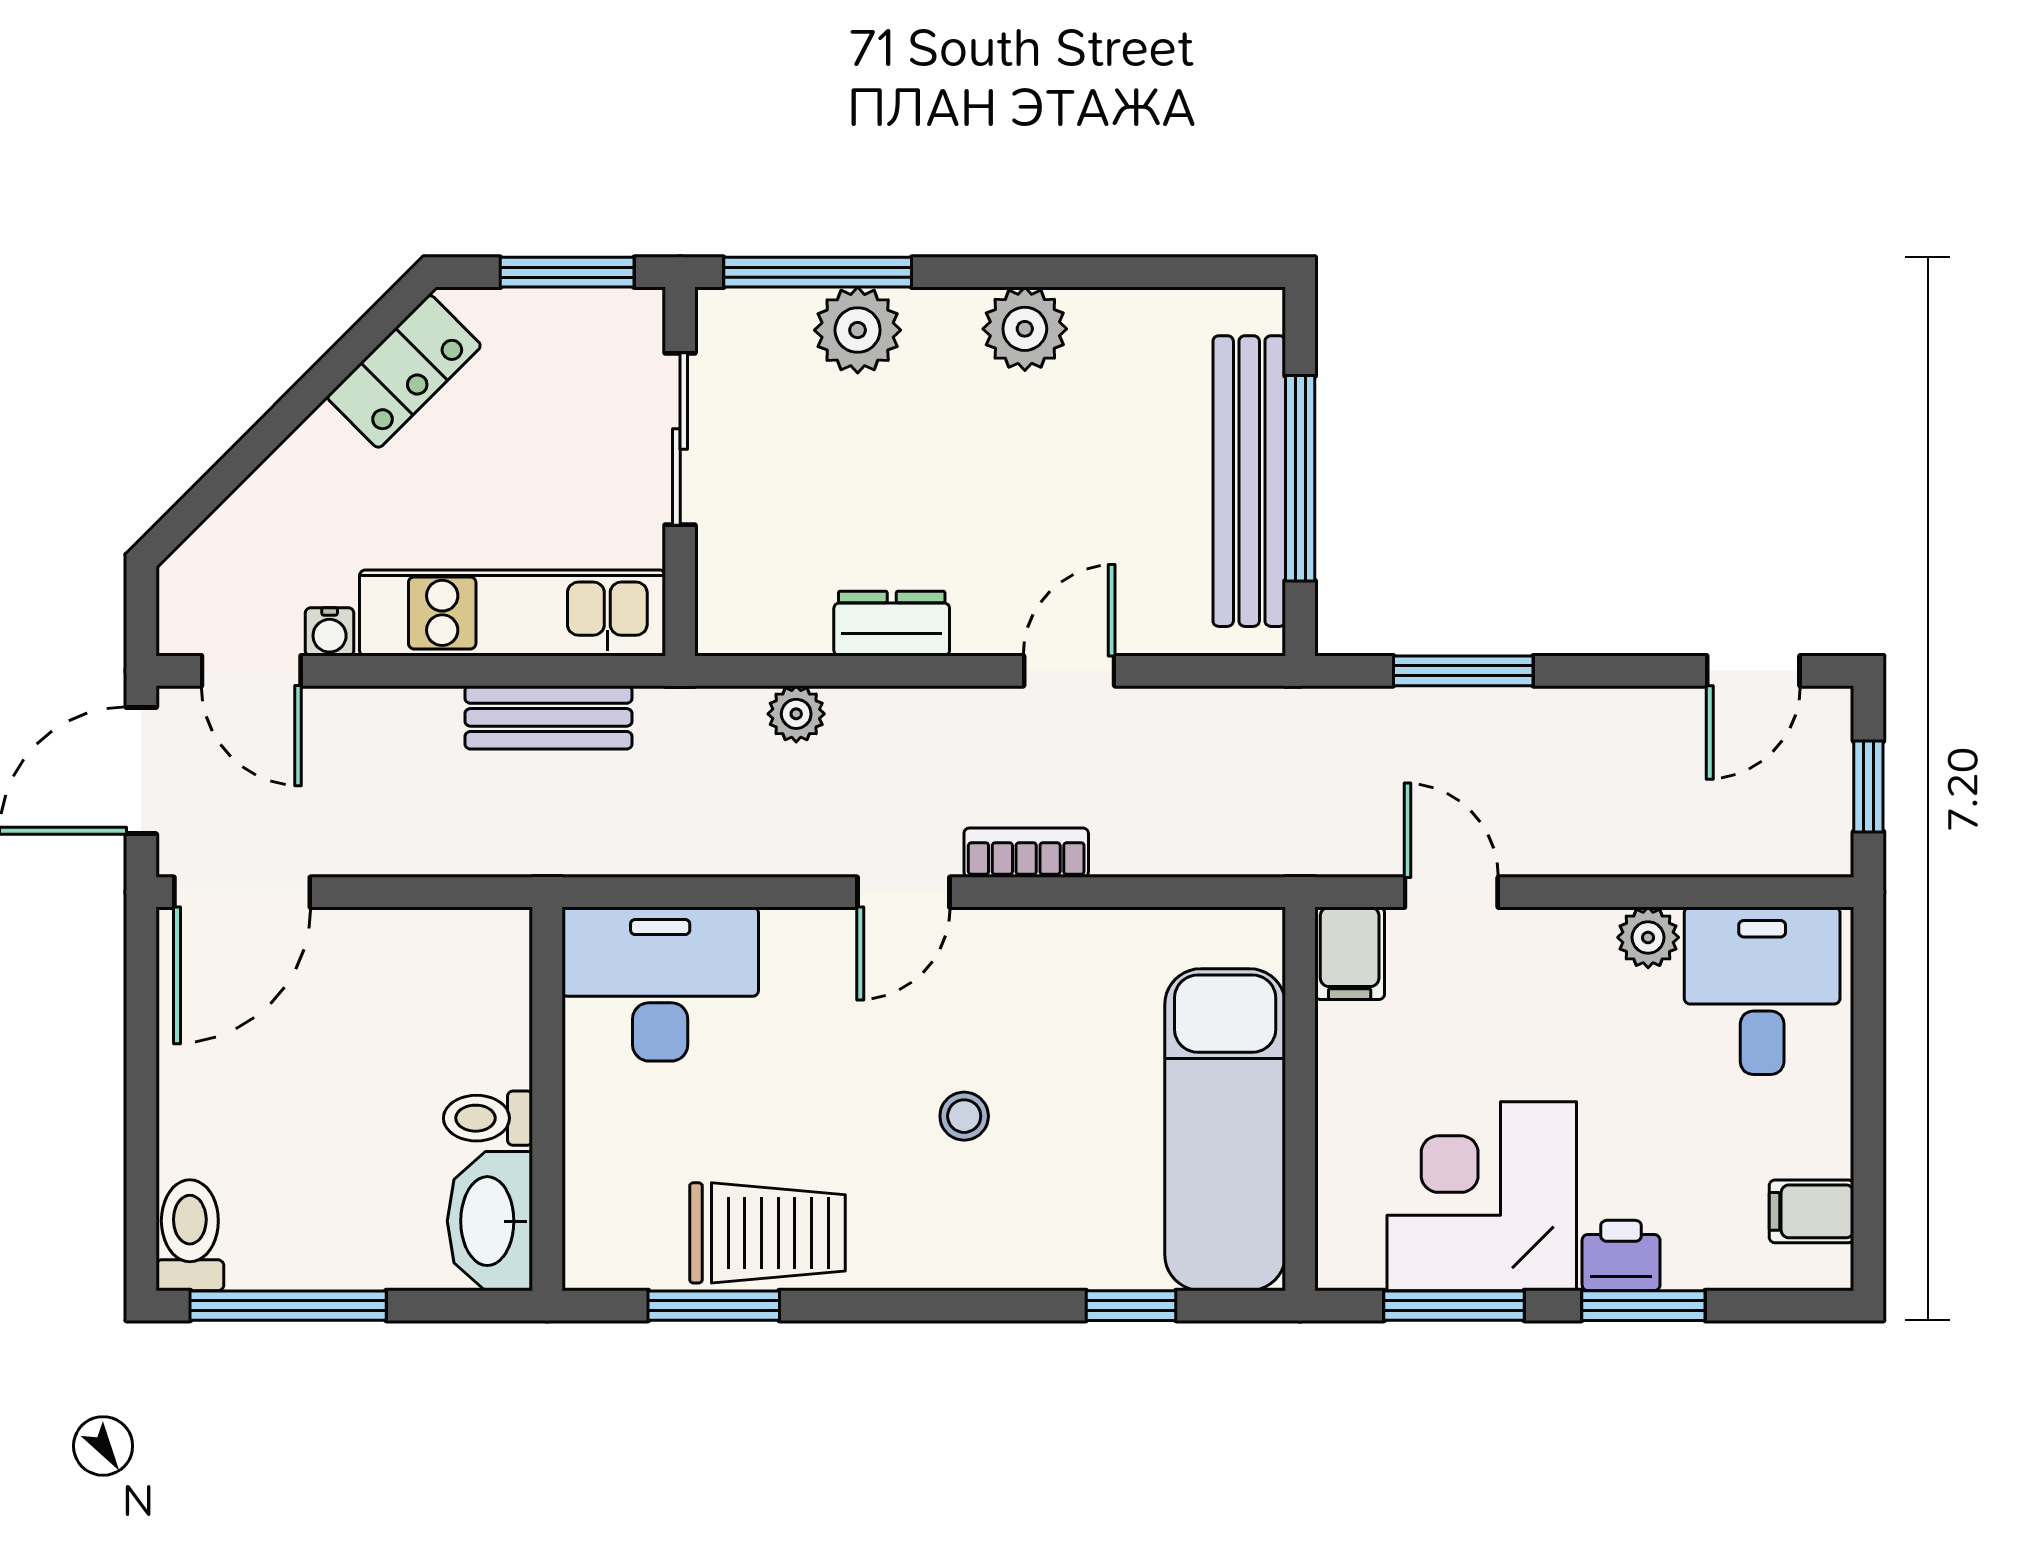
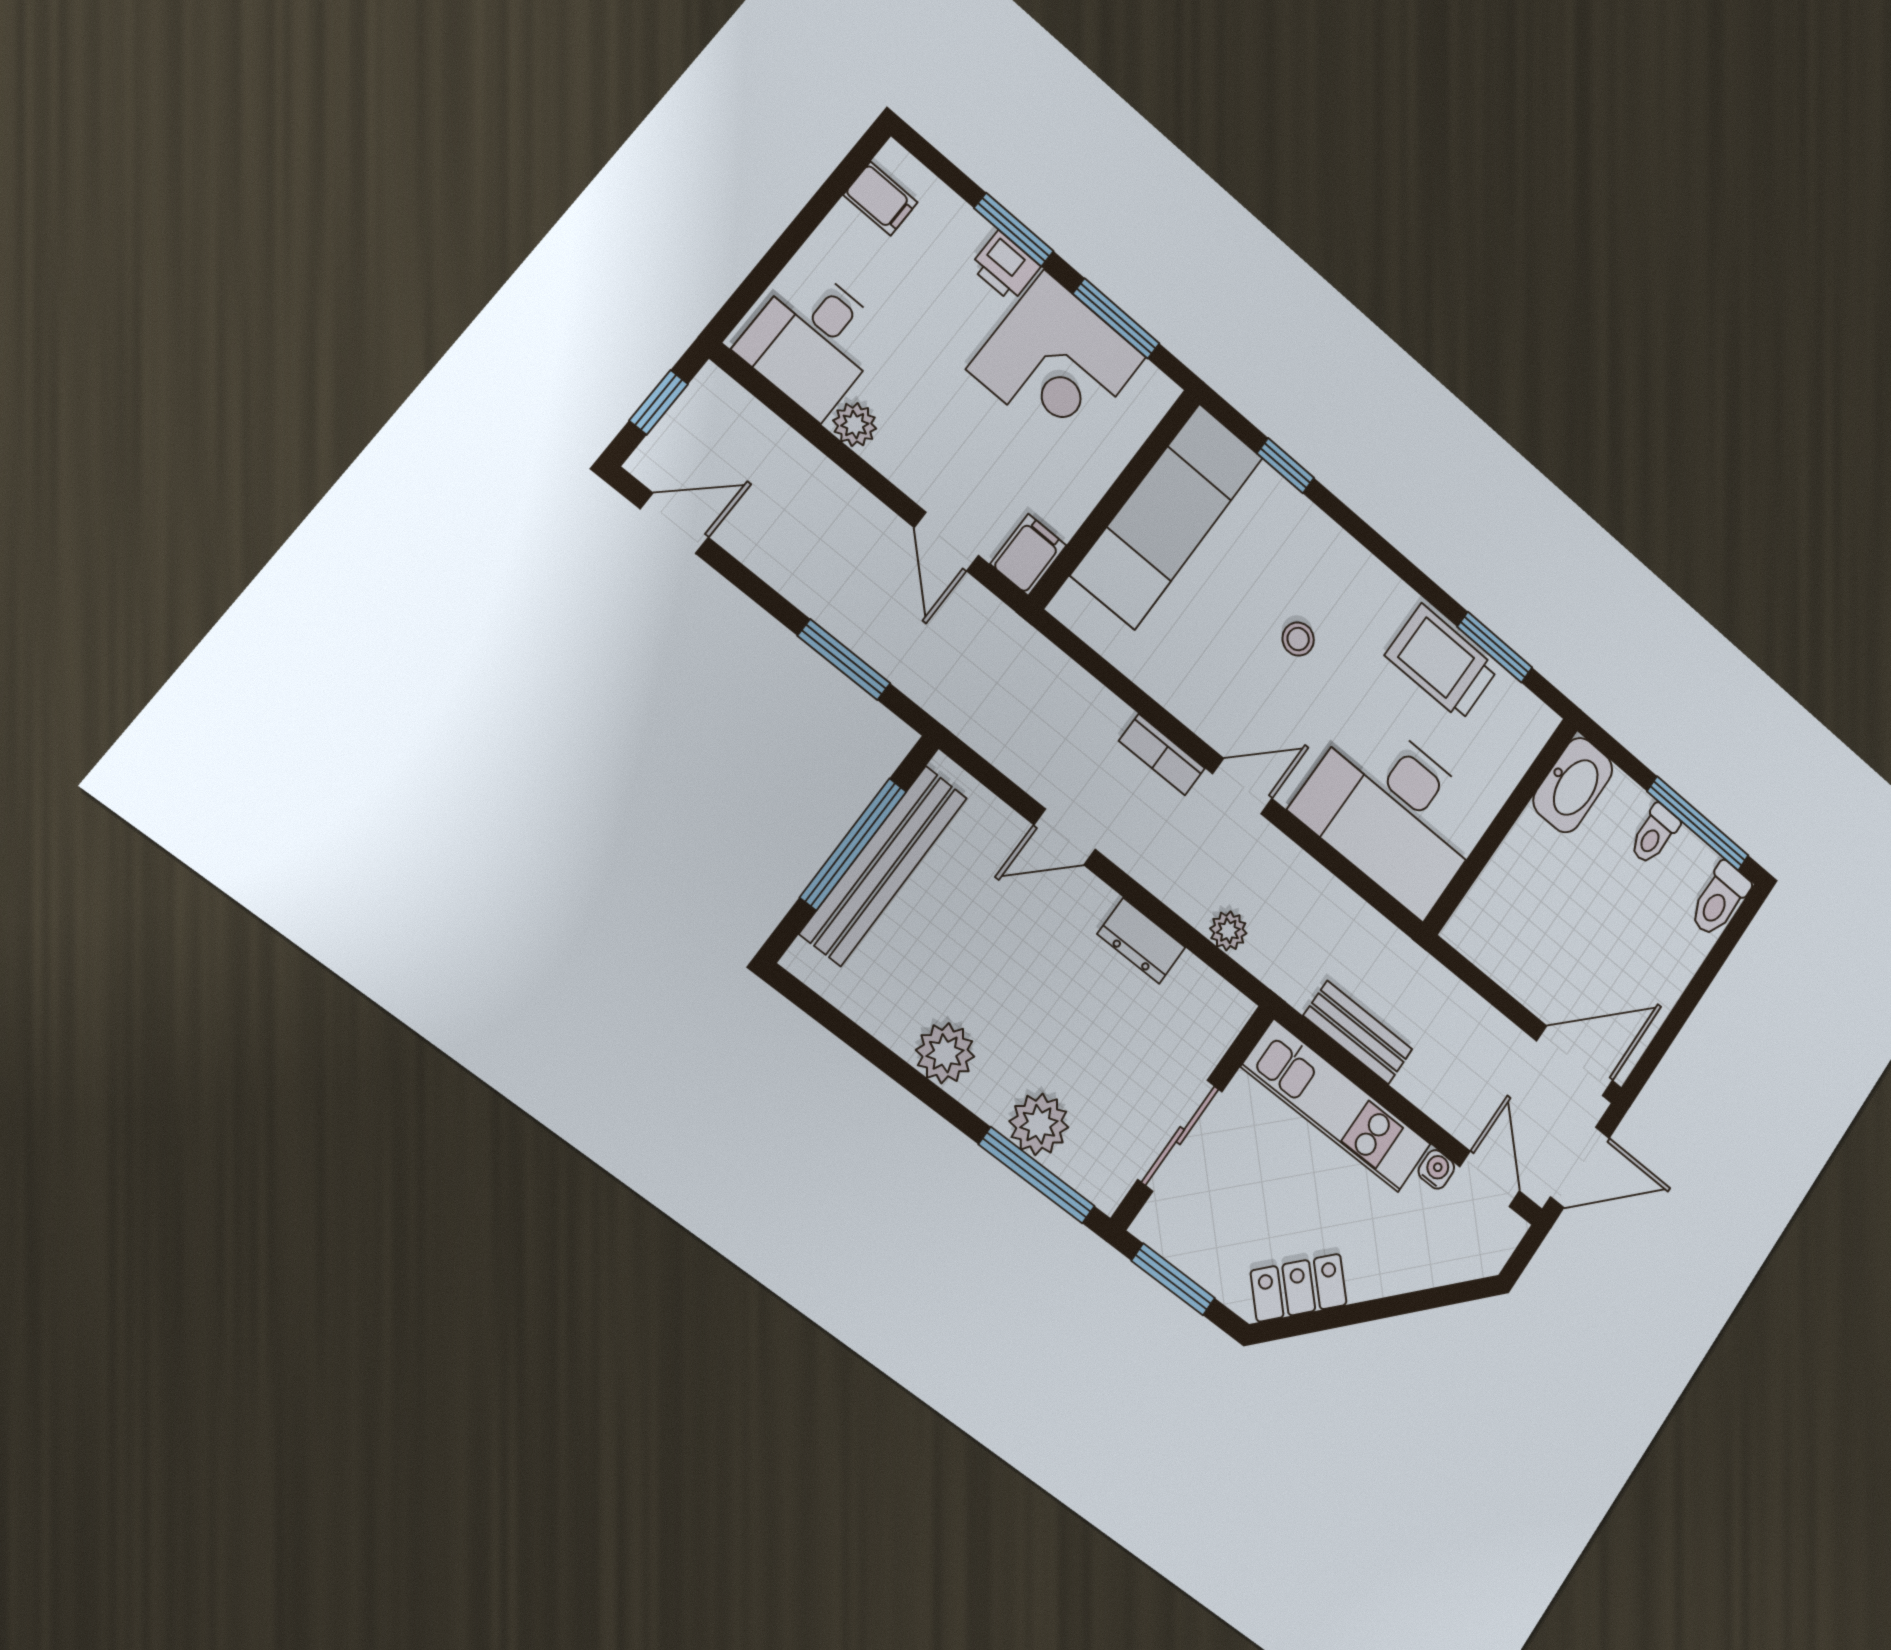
desk: (660, 984) -> (1393, 812), width x1.36, depth x1.30
toilet: (488, 1118) -> (1654, 834), moved, turned 90

